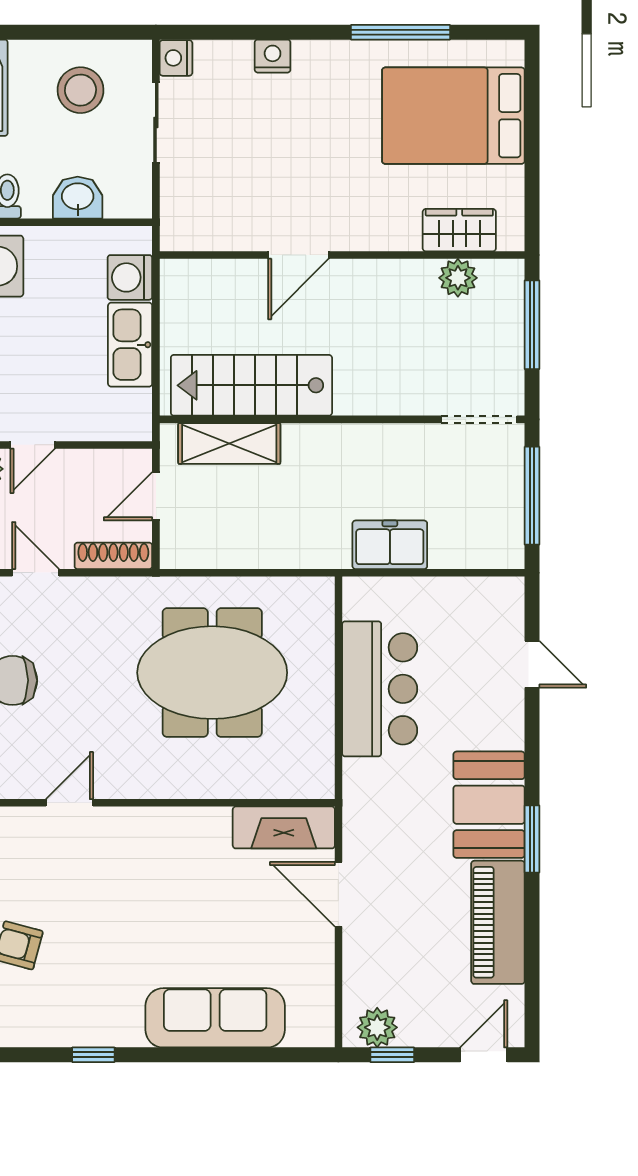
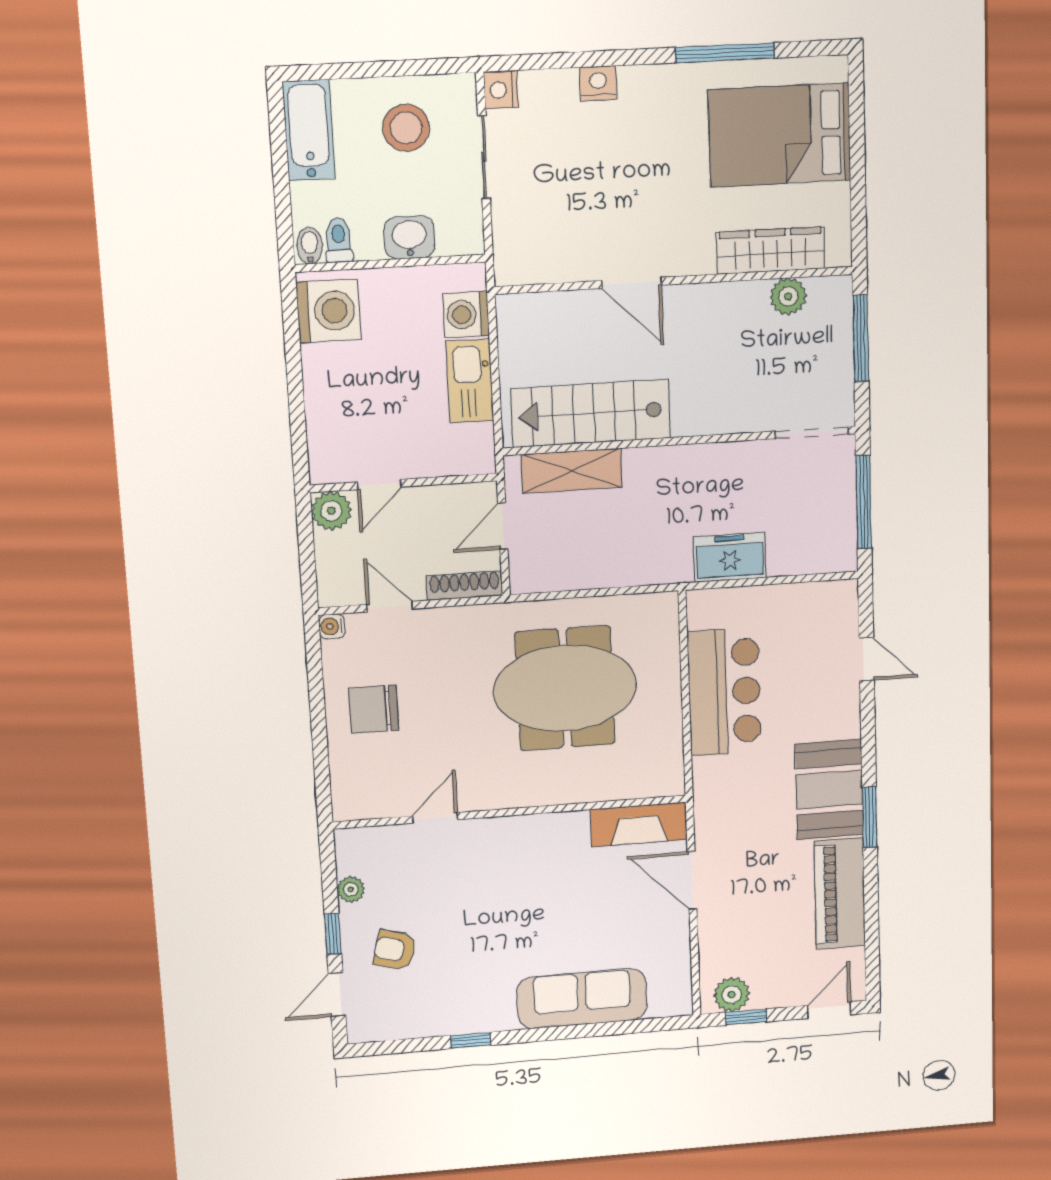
wardrobe: (459, 230) -> (771, 250), width x1.50
door: (298, 255) -> (632, 283), hinge flipped

